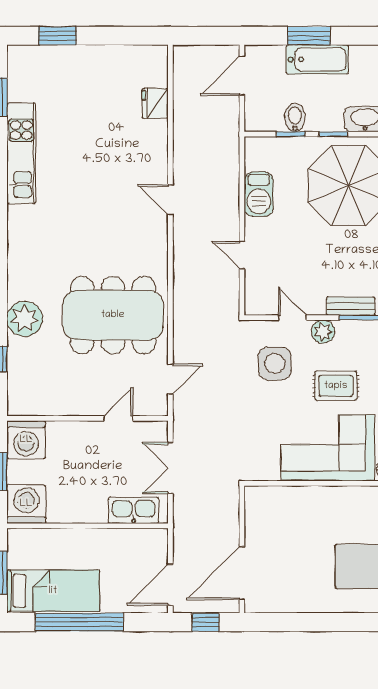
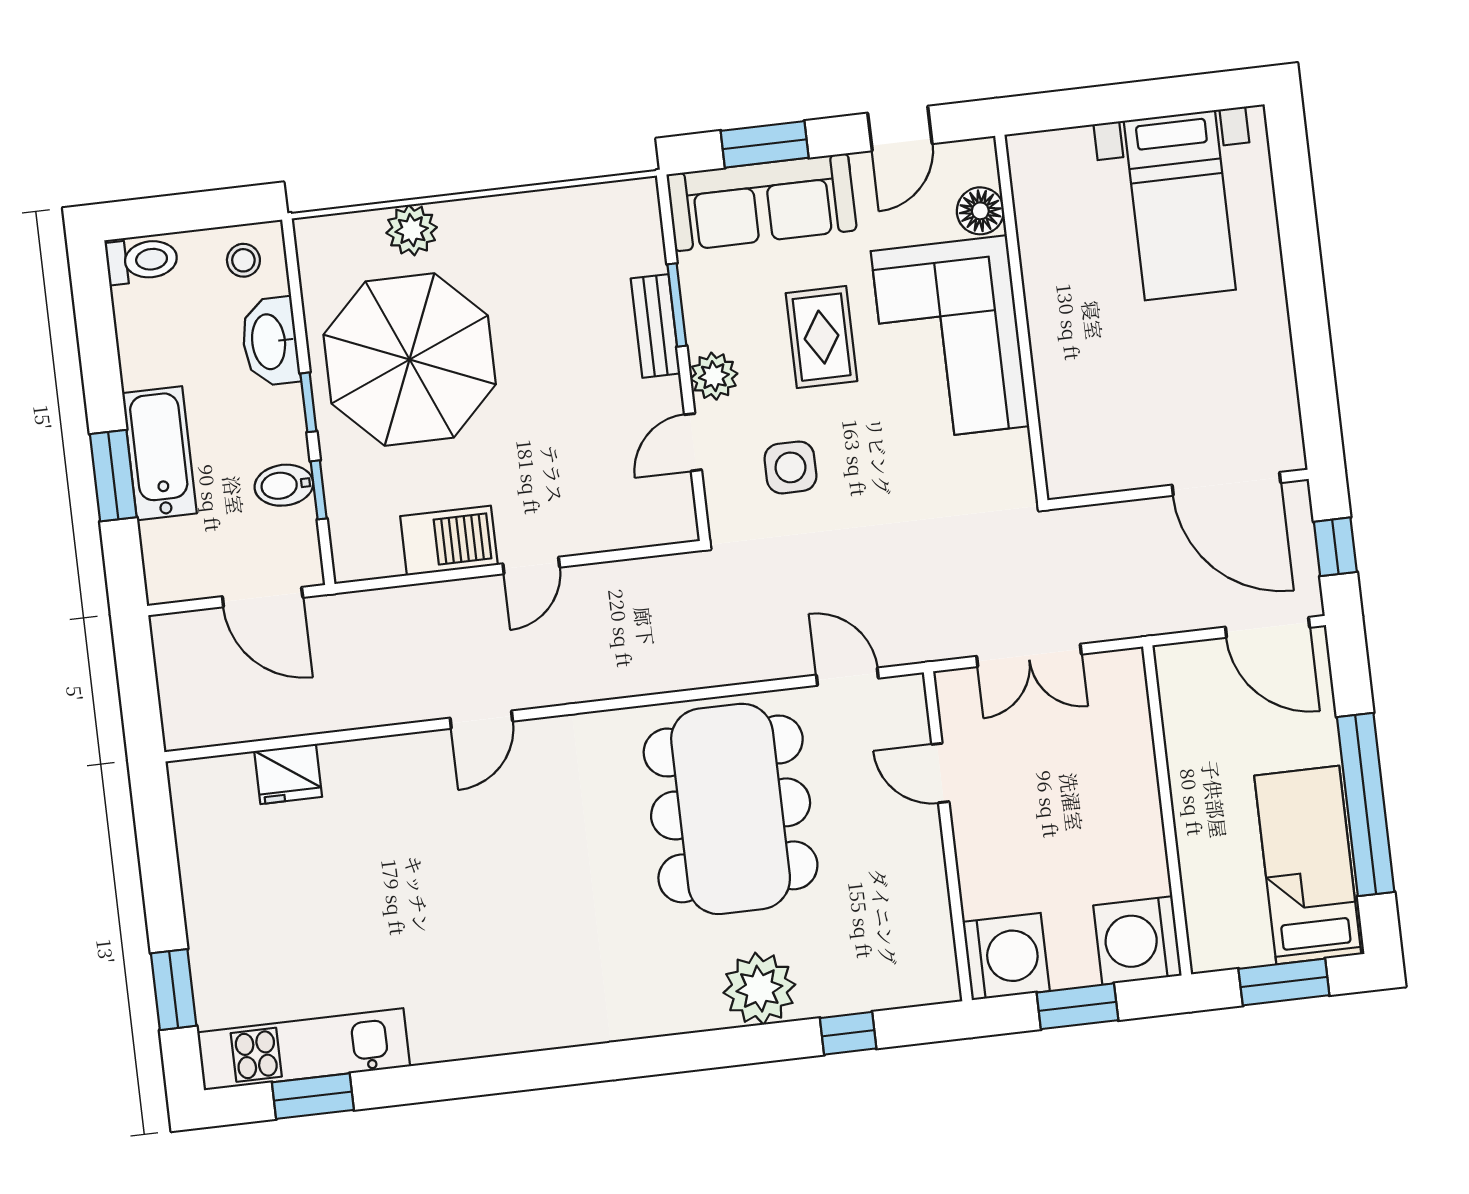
door: (242, 76) -> (263, 597), moved
kitchen unit: (21, 153) -> (304, 1049), moved
door: (242, 255) -> (531, 566), moved
side table: (275, 363) -> (790, 467), width x0.73, depth x0.73
kitchen sink: (134, 510) -> (1124, 720), removed

